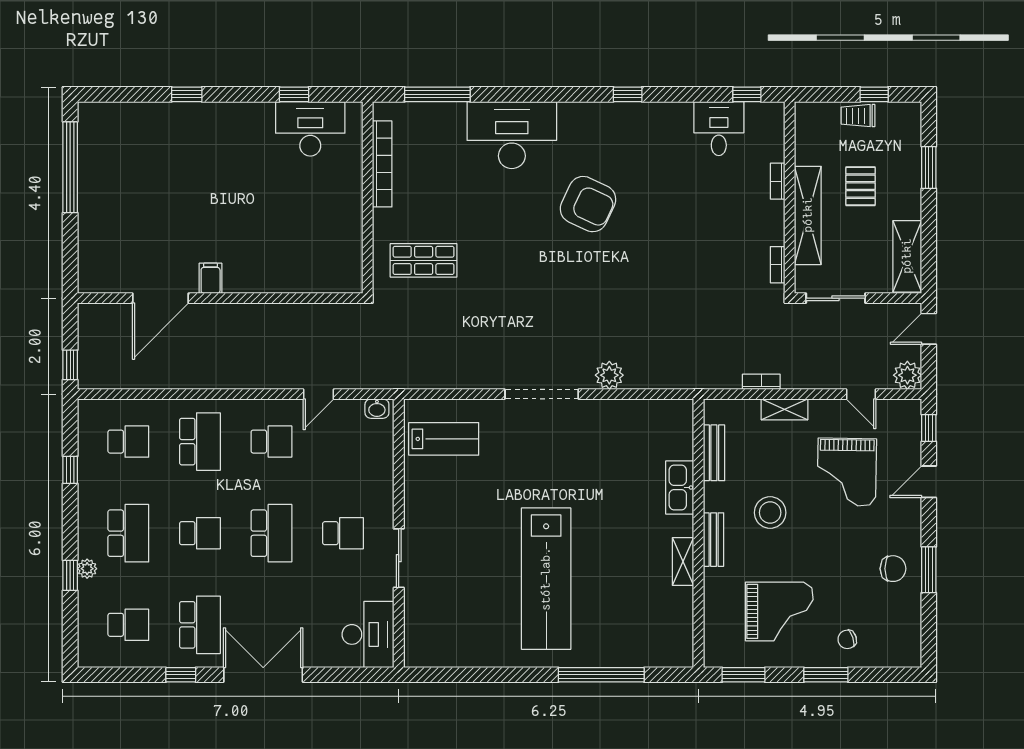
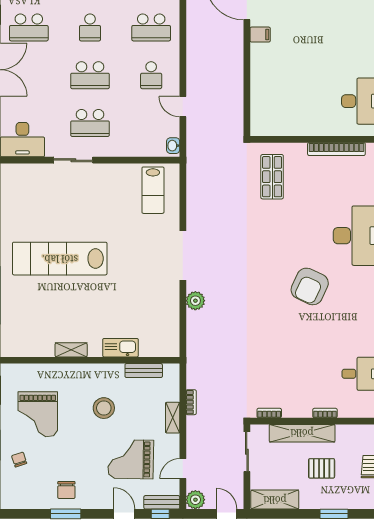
school desk: (343, 533) -> (90, 123), width x1.85
bench: (714, 540) -> (162, 502), moved

